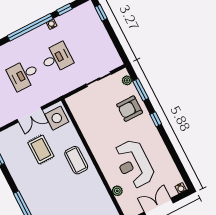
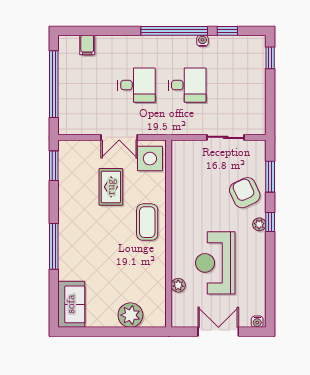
desk: (24, 75) -> (136, 85), turned 180
plant: (127, 80) -> (259, 224), moved
armchair: (130, 109) -> (245, 193), turned 65

